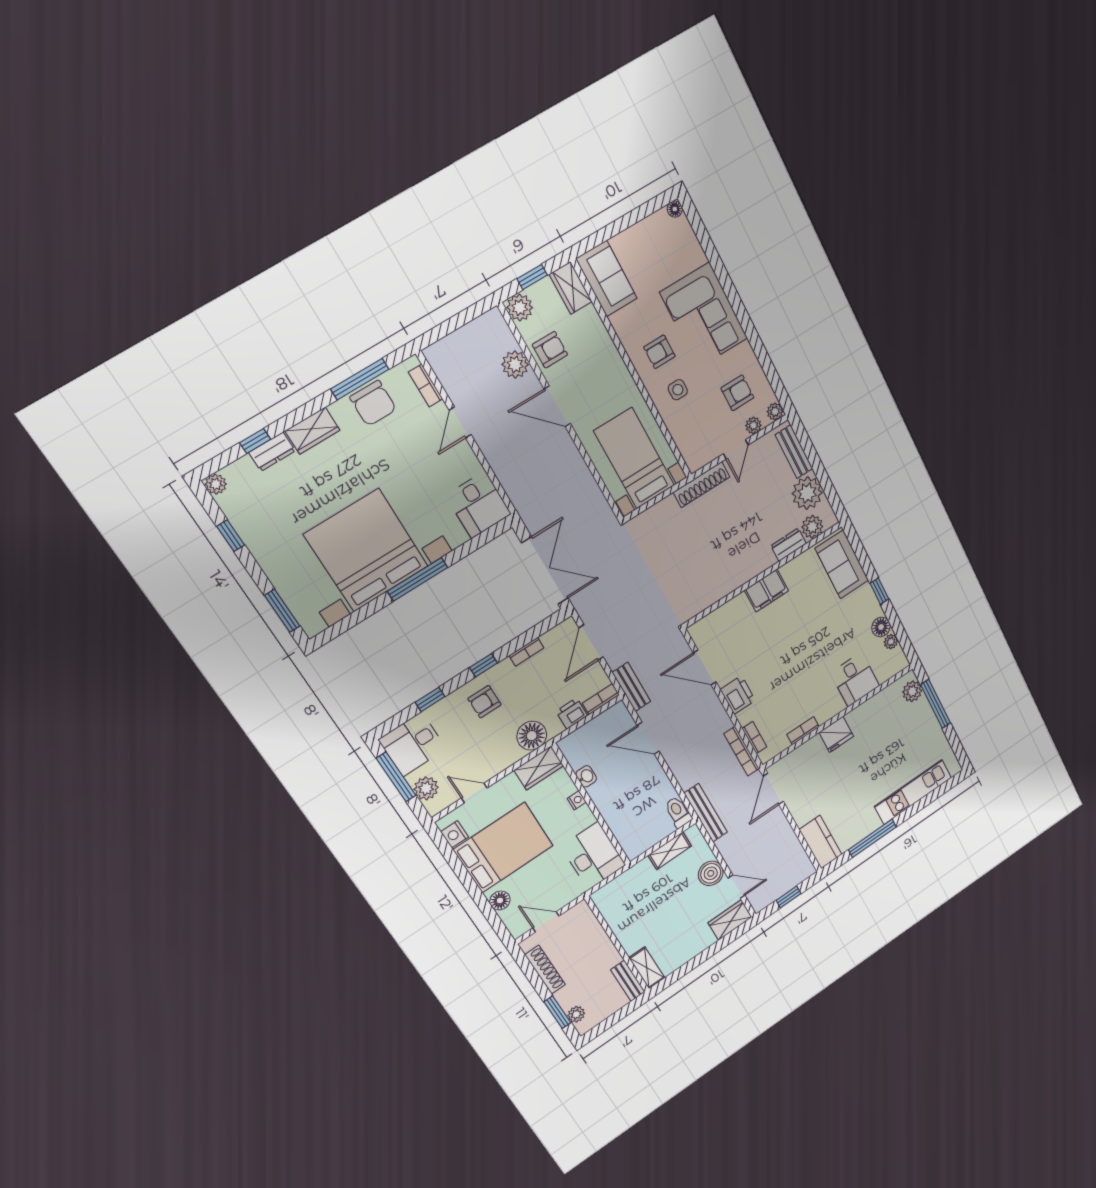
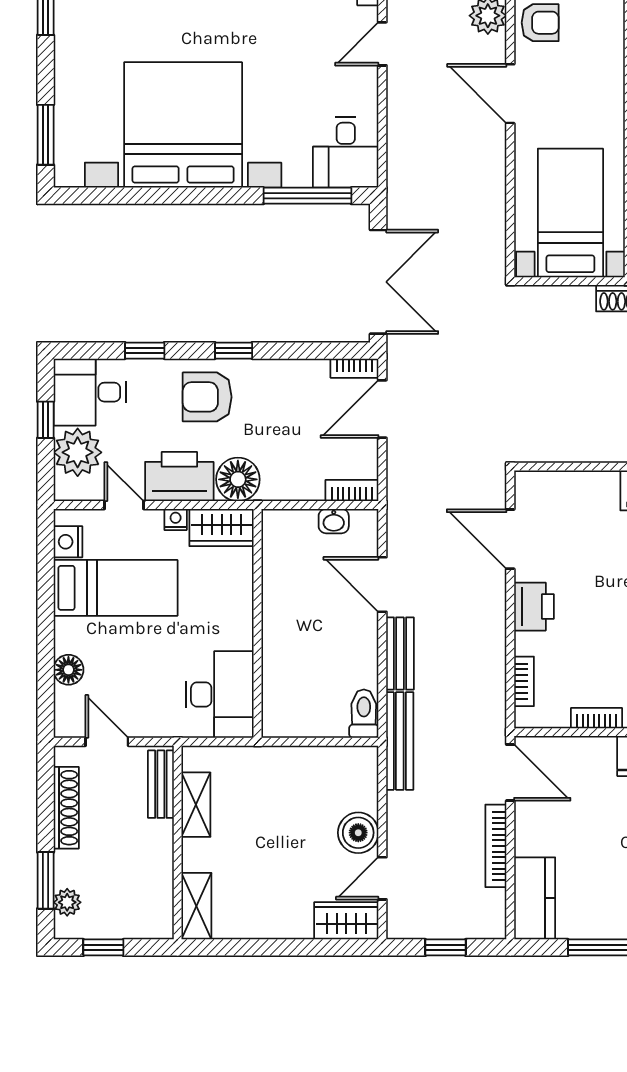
window: (417, 579) -> (307, 196), moved
bookcase: (527, 652) -> (354, 368), moved
bench: (631, 687) -> (400, 653), moved
armchair: (485, 702) -> (207, 397), width x1.38, depth x1.38
printer: (572, 713) -> (179, 477), moved, width x1.87, depth x1.48
bookcase: (741, 751) -> (496, 846), moved
washbasin: (586, 776) -> (334, 521), moved, turned 90
window: (396, 777) -> (46, 420), width x0.46
plant: (426, 788) -> (78, 452), width x1.36, depth x1.36
door: (773, 789) -> (510, 773), swing flipped
nightstand: (577, 800) -> (176, 519), moved, turned -90
bed: (503, 848) -> (116, 588), width x0.67
shelving: (670, 851) -> (196, 805), moved, turned 90
door: (737, 887) -> (382, 878), swing flipped
bench: (628, 981) -> (161, 784), moved
window: (610, 1022) -> (103, 947), added

